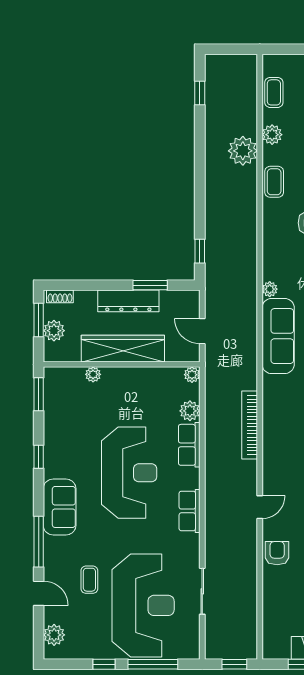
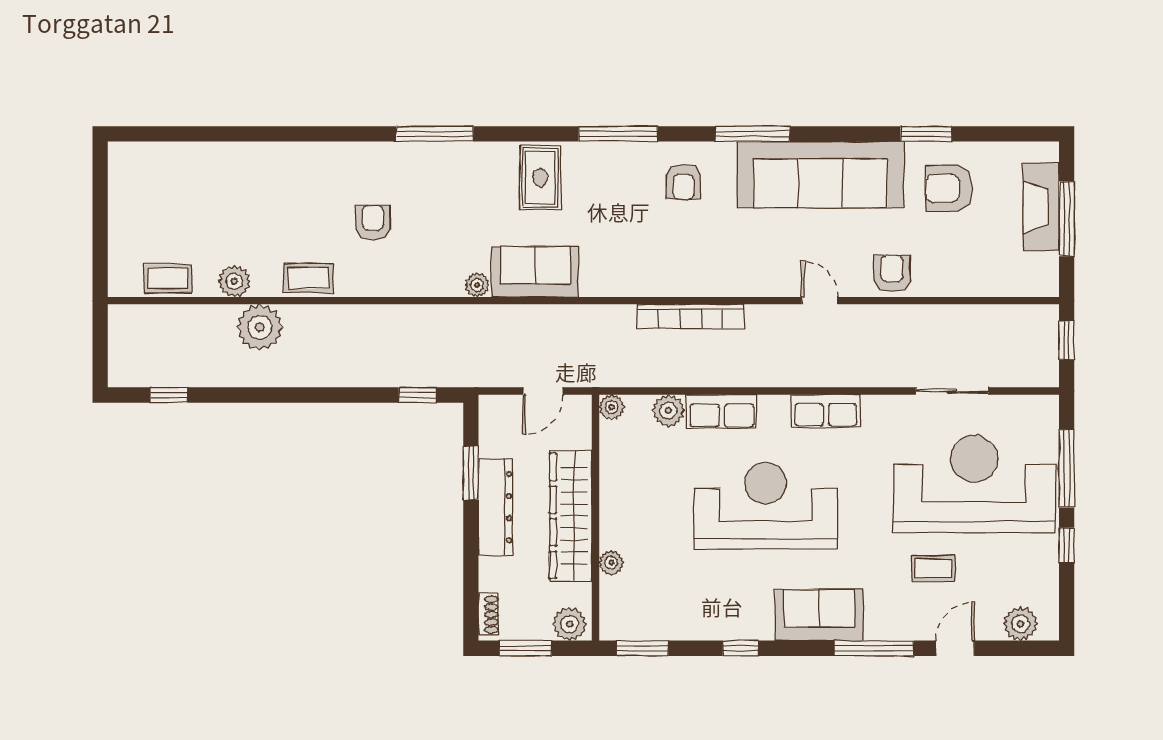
plant: (54, 331) -> (570, 624), moved
sofa: (278, 336) -> (535, 272), width x0.73
armchair: (277, 553) -> (892, 273), turned 90

